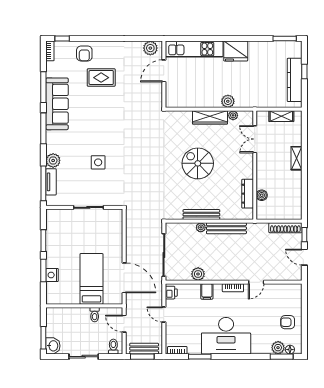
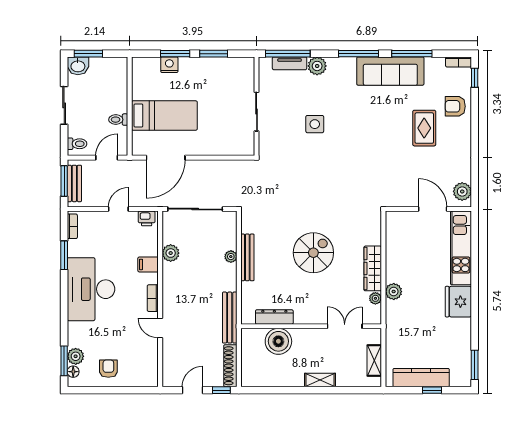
boiler: (262, 195) -> (278, 341), width x1.86, depth x1.86
bench: (226, 228) -> (230, 318), moved

